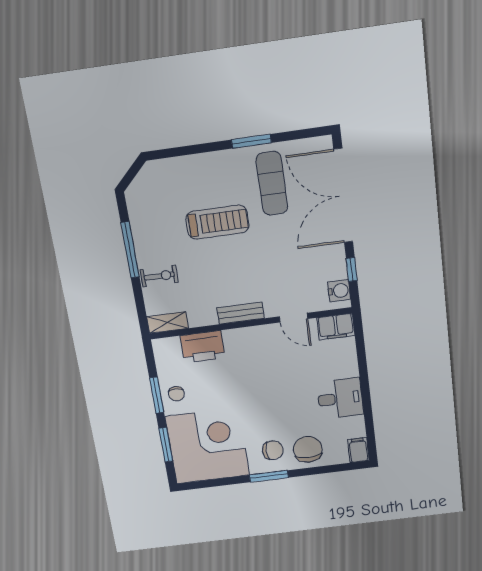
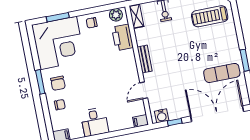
treadmill: (217, 222) -> (210, 16), moved, turned 90
filing cabinet: (336, 327) -> (141, 121), width x0.50
plant: (164, 355) -> (116, 15), added
window: (157, 395) -> (90, 11), removed
chair: (308, 449) -> (60, 105), width x0.54, depth x0.54

